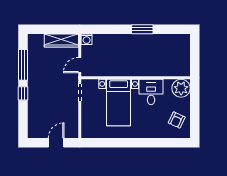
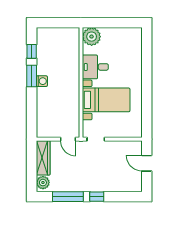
window: (166, 29) -> (32, 51), added
washing machine: (87, 39) -> (42, 81), moved
plant: (37, 40) -> (43, 183), added
armchair: (177, 120) -> (124, 41), removed

